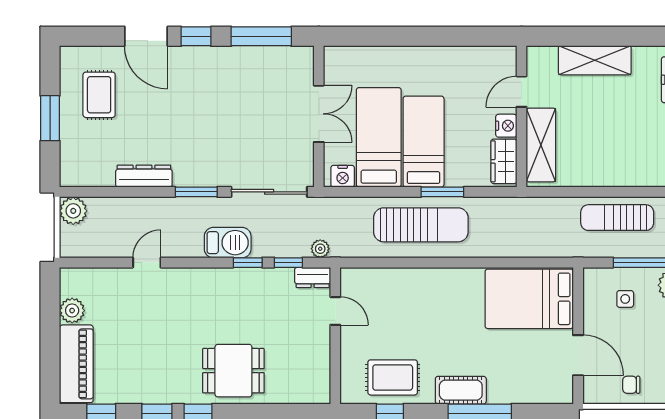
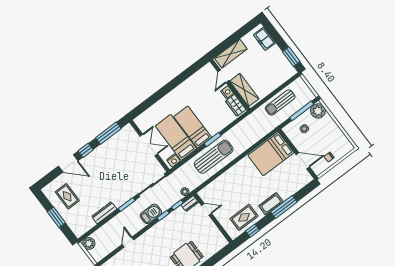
door: (522, 92) -> (223, 76), moved
wall: (522, 116) -> (230, 85), moved
nightstand: (506, 126) -> (227, 92), moved
shelving: (541, 145) -> (244, 90), moved
wardrobe: (504, 161) -> (236, 105), moved

